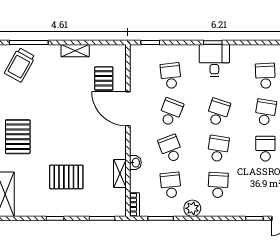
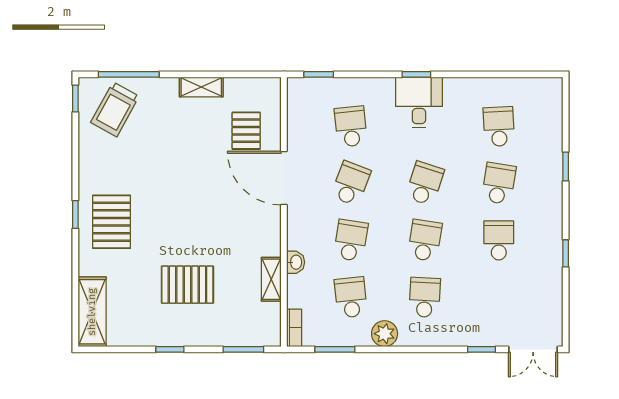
school desk: (171, 149) -> (351, 240), turned 30

